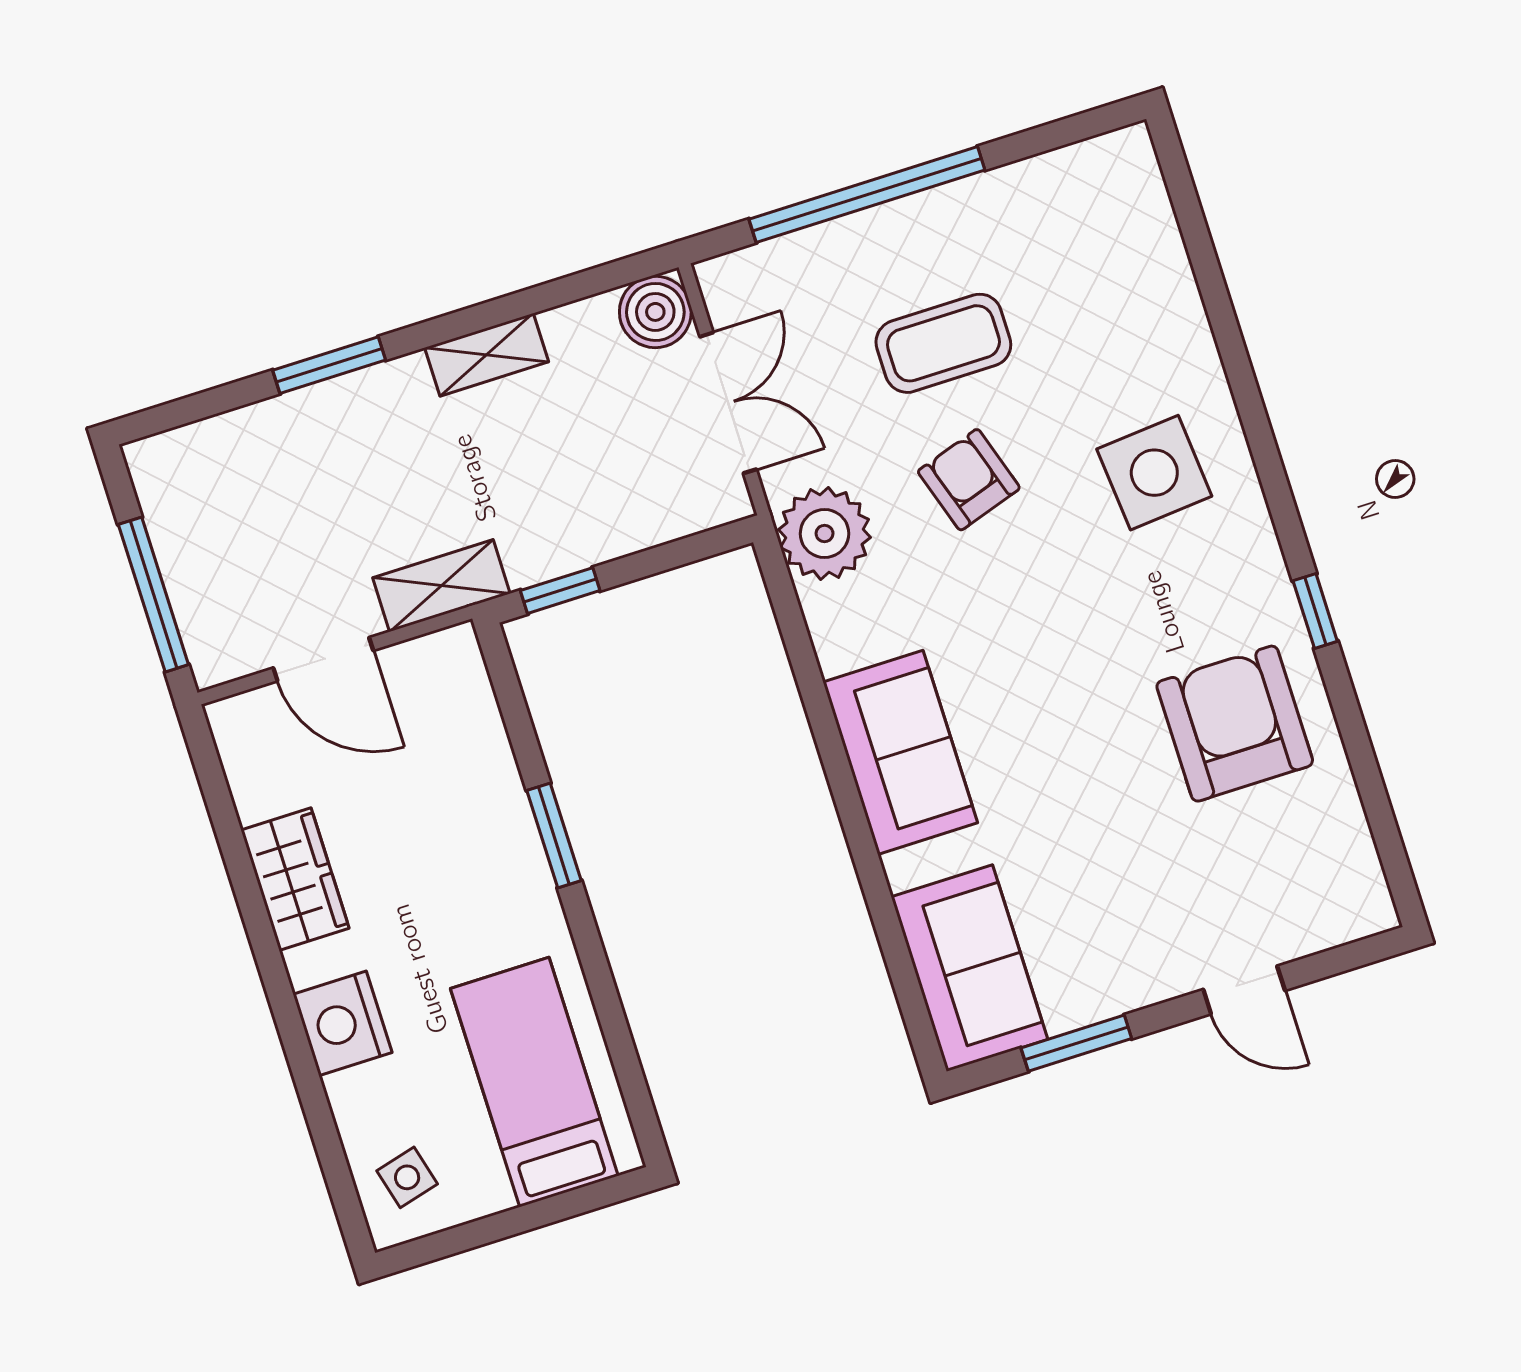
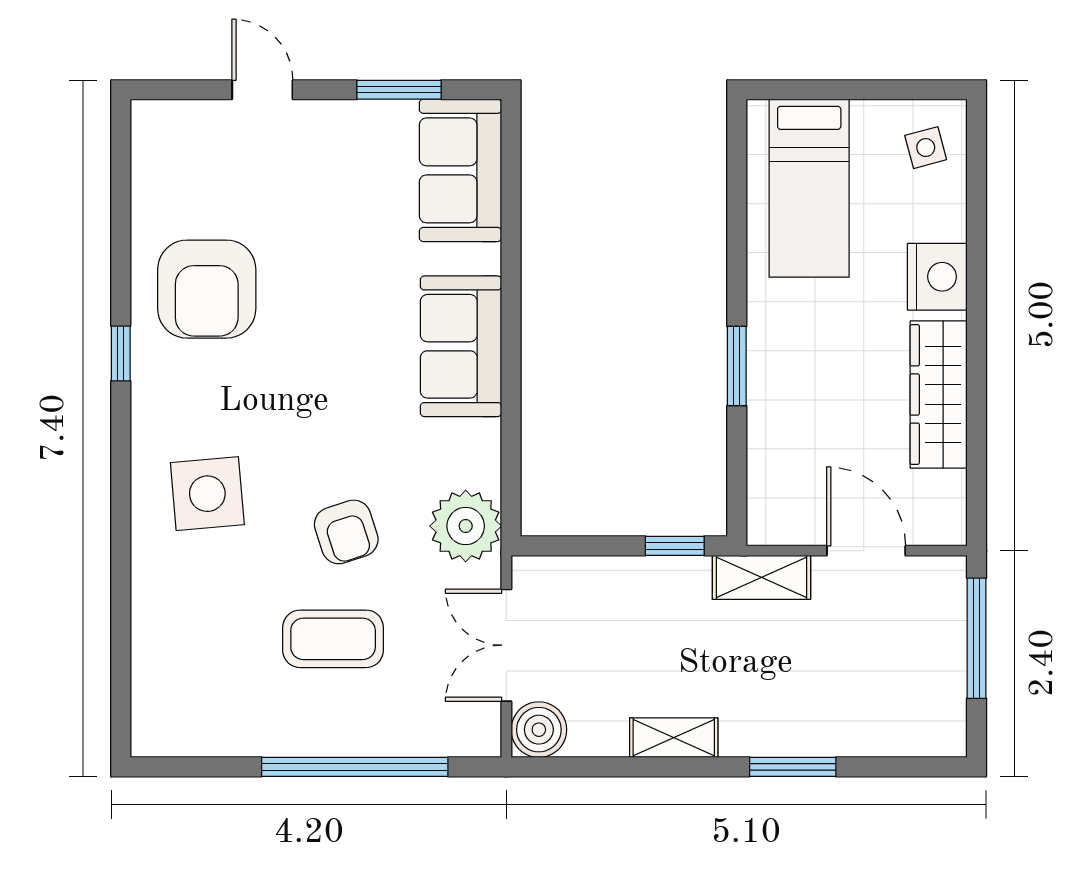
wardrobe: (295, 879) -> (939, 395), width x1.50

